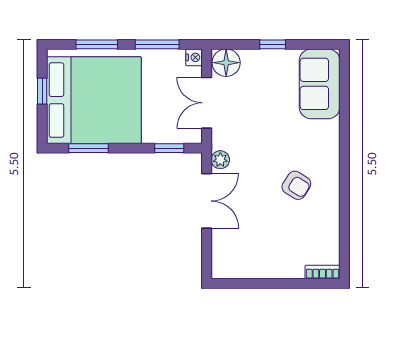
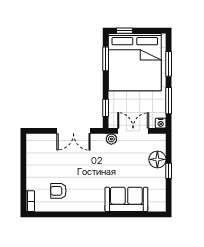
floor lamp: (226, 63) -> (157, 159), moved
sofa: (320, 84) -> (126, 199), moved
window: (42, 91) -> (125, 31), moved
plant: (220, 160) -> (111, 139), moved
armchair: (296, 185) -> (58, 191), moved, turned 58

